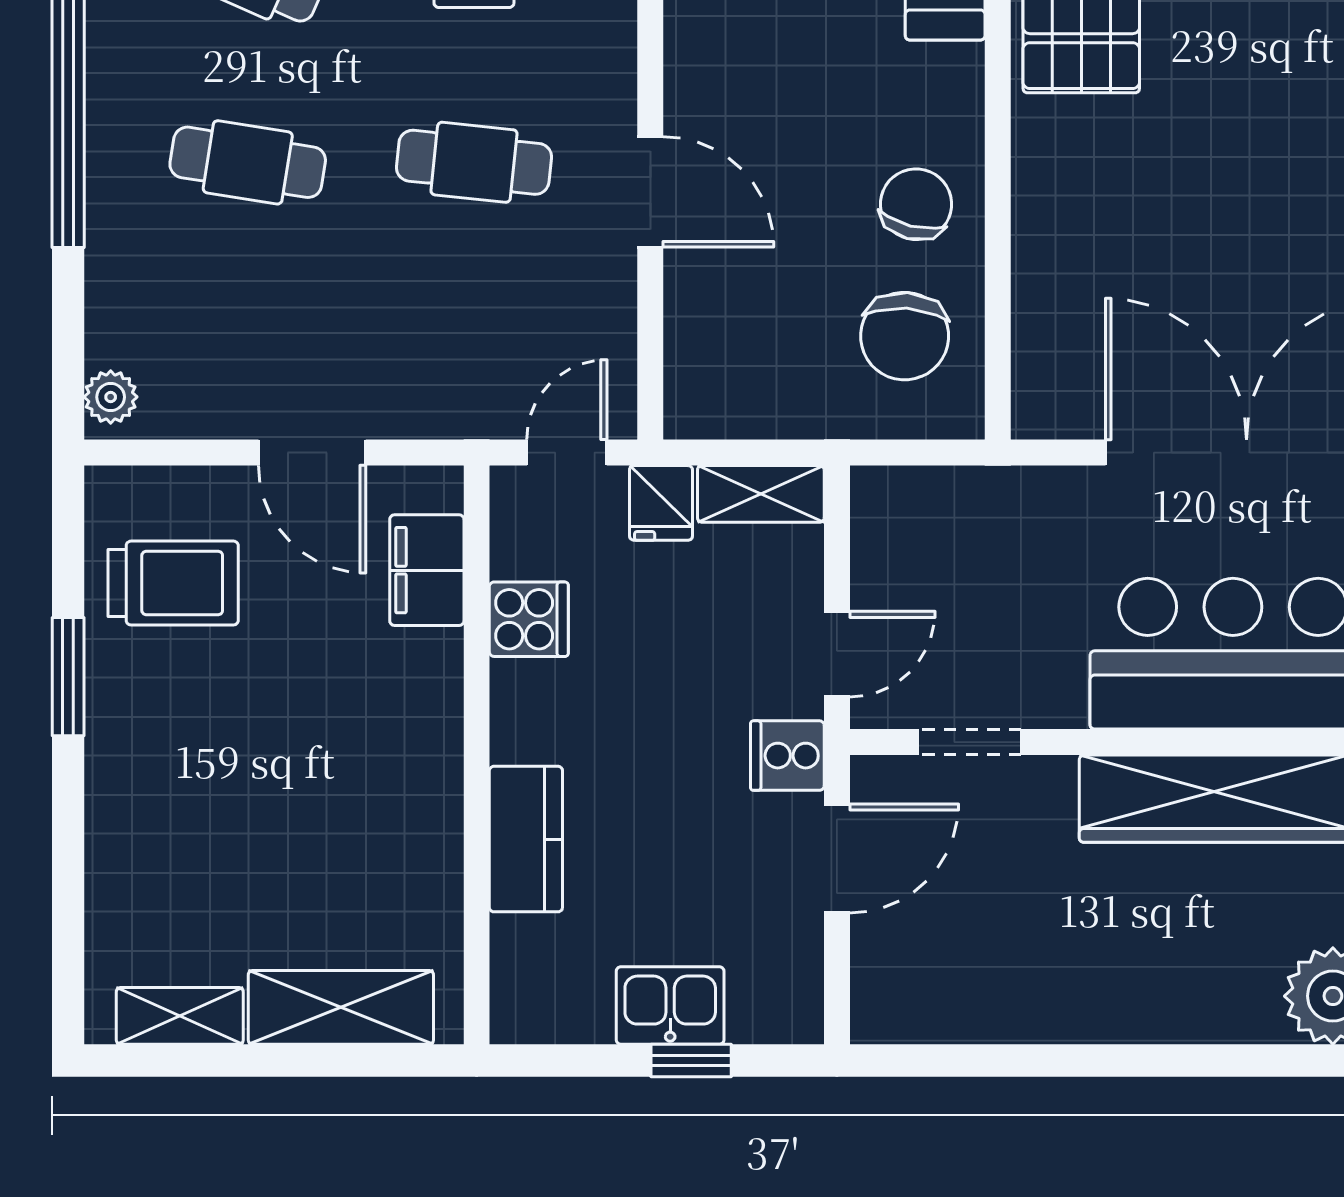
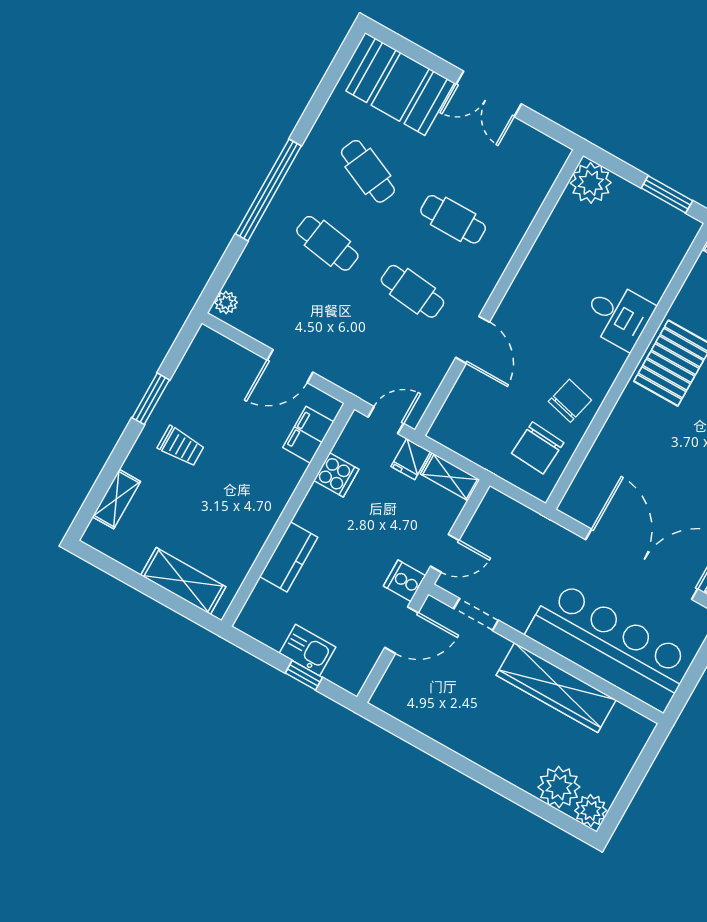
door: (312, 453) -> (290, 366), hinge flipped
trolley: (173, 583) -> (181, 446), moved, width x0.73, depth x0.72
shelving: (180, 1016) -> (116, 499), moved, turned 90

